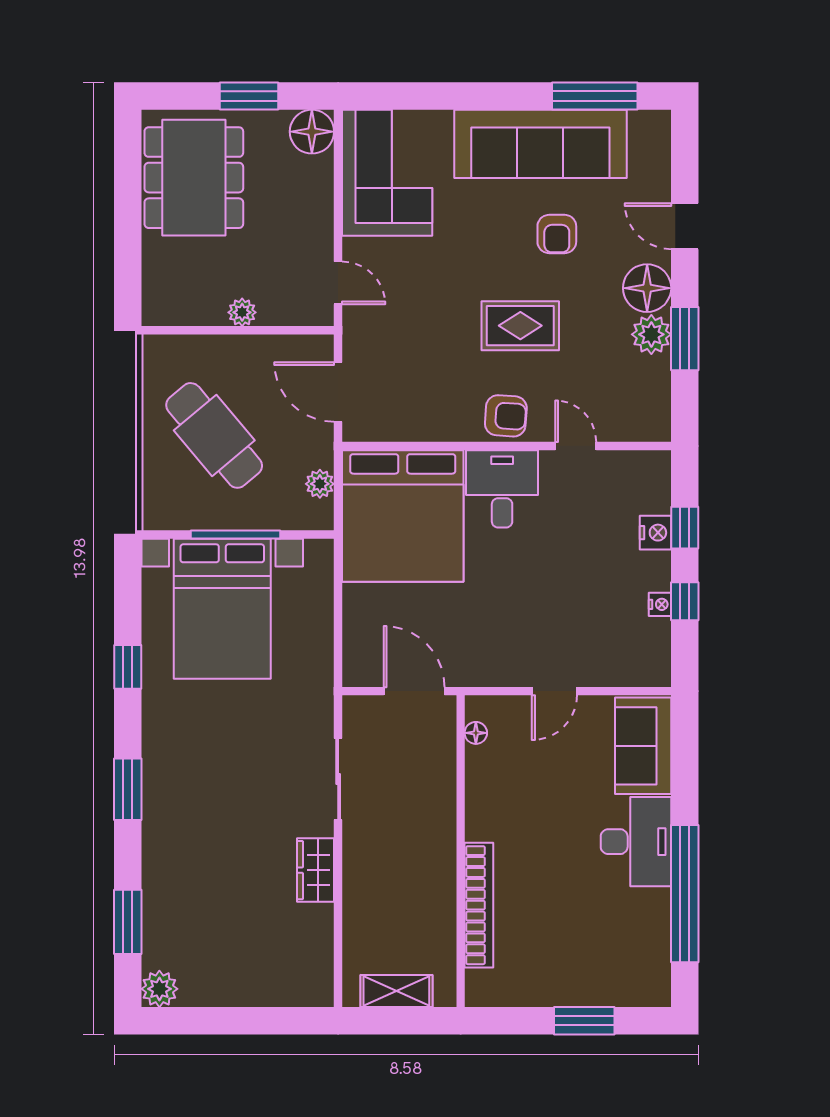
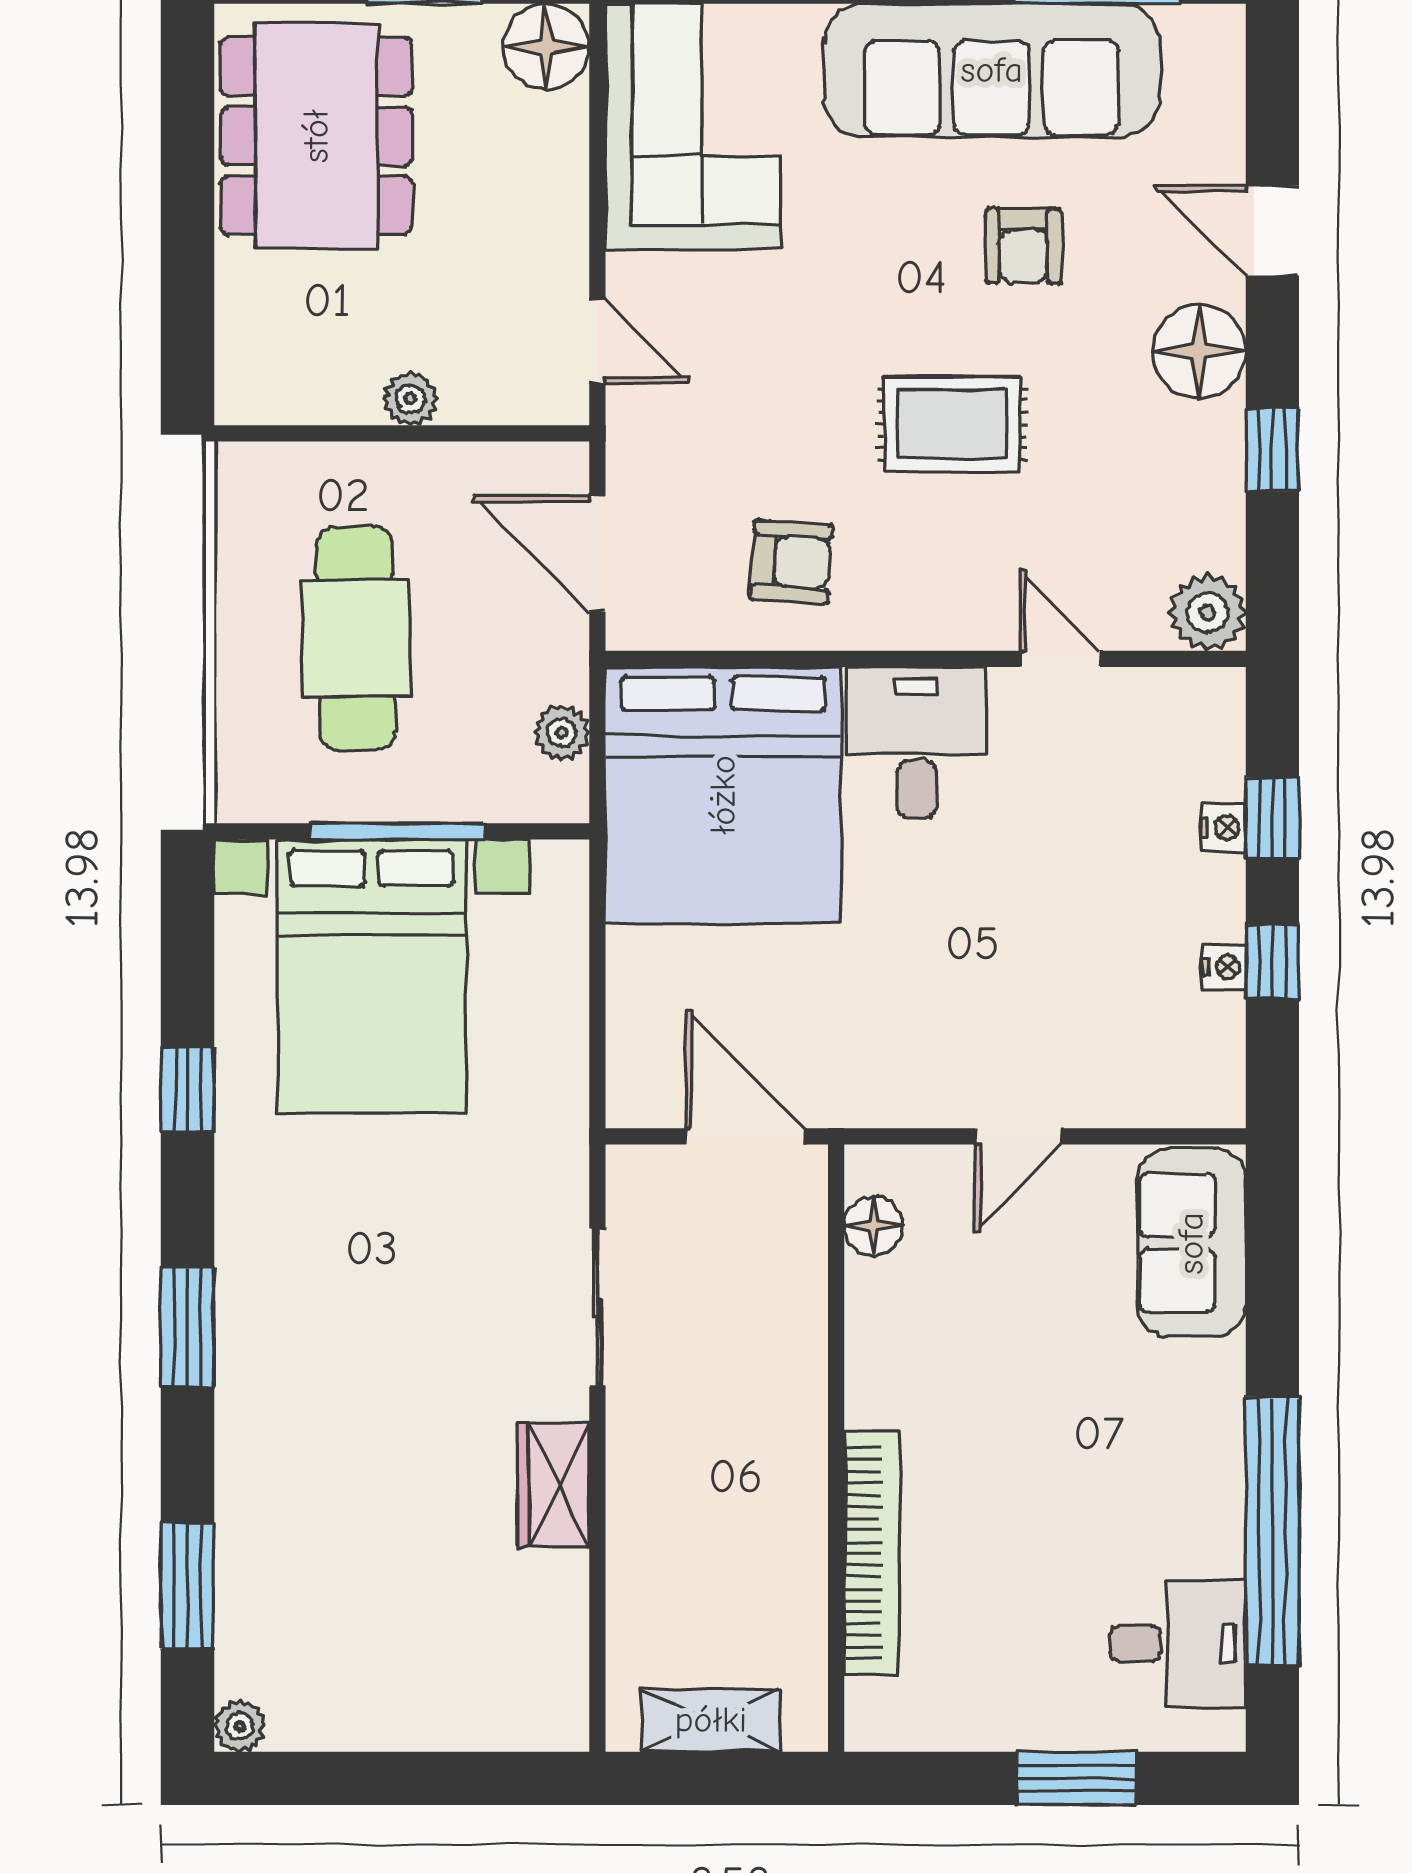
plant: (651, 334) -> (1208, 613), moved
window: (685, 339) -> (1272, 450), width x0.67
armchair: (506, 416) -> (791, 562), moved
cafe table: (214, 435) -> (356, 638), turned 39
nightstand: (655, 533) -> (1223, 828), width x0.72, depth x0.74
floor lamp: (476, 733) -> (874, 1226), width x1.37, depth x1.37
desk: (636, 842) -> (1178, 1644), moved, width x0.73
plant: (159, 989) -> (240, 1726), width x0.73, depth x0.73

